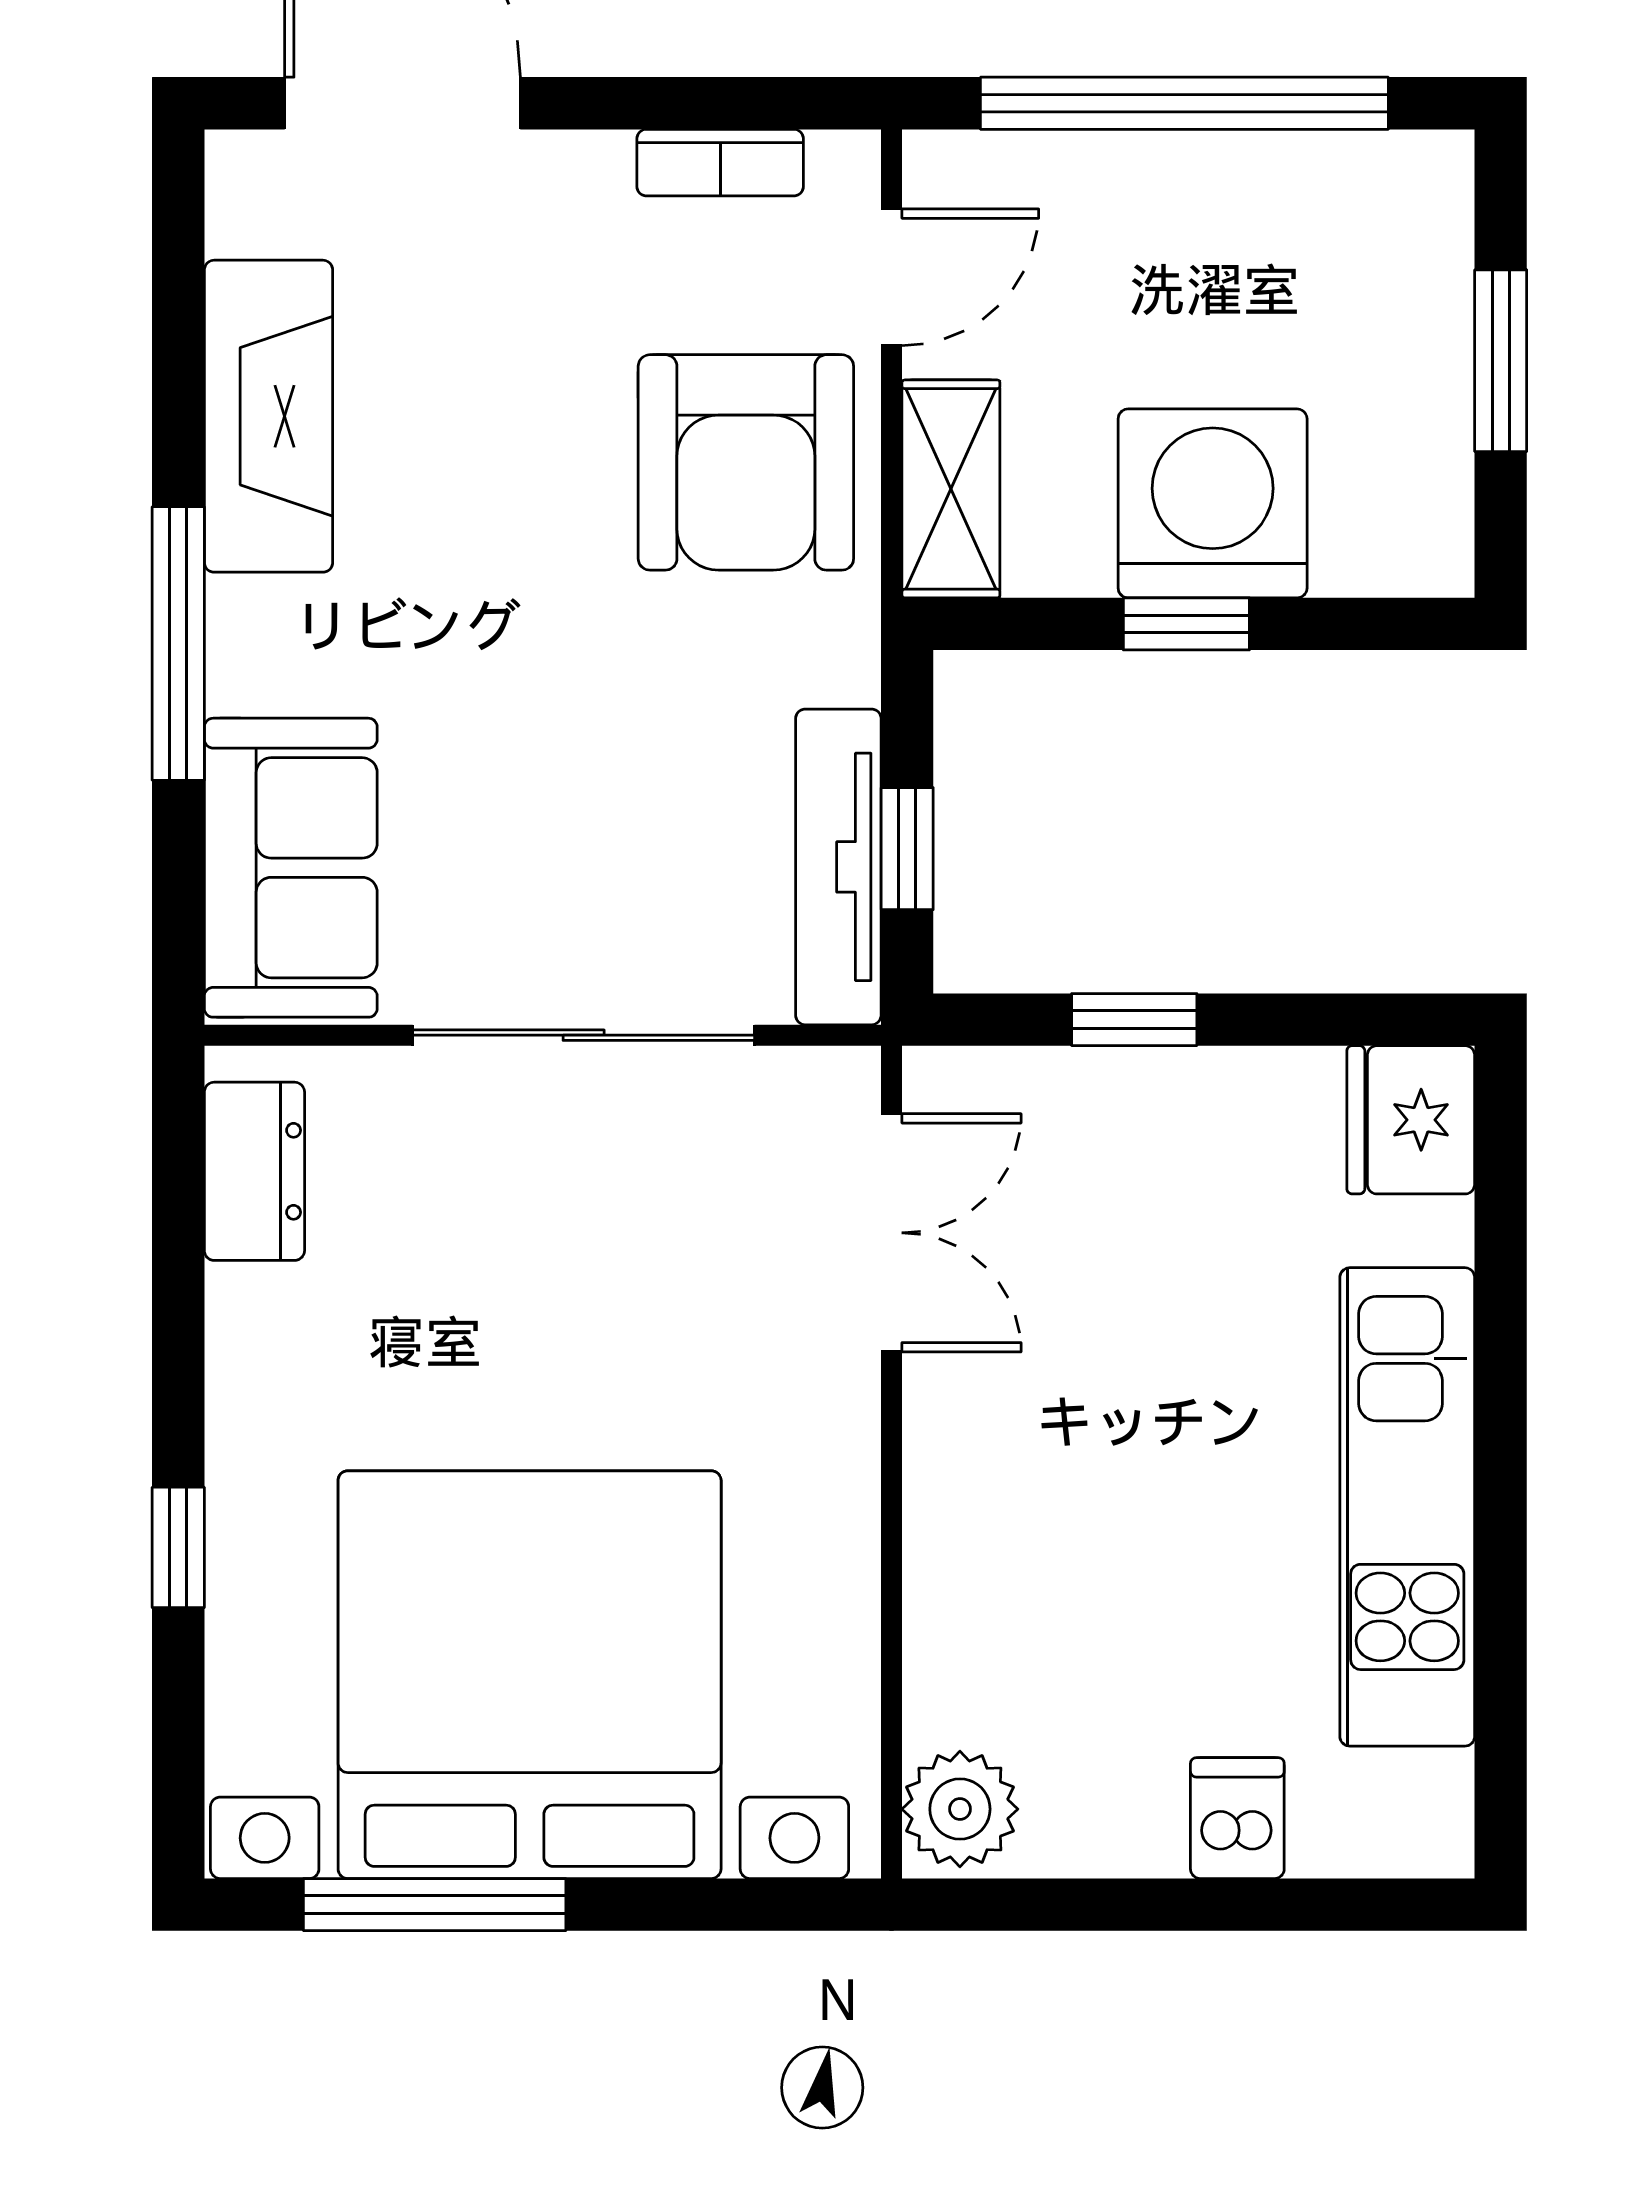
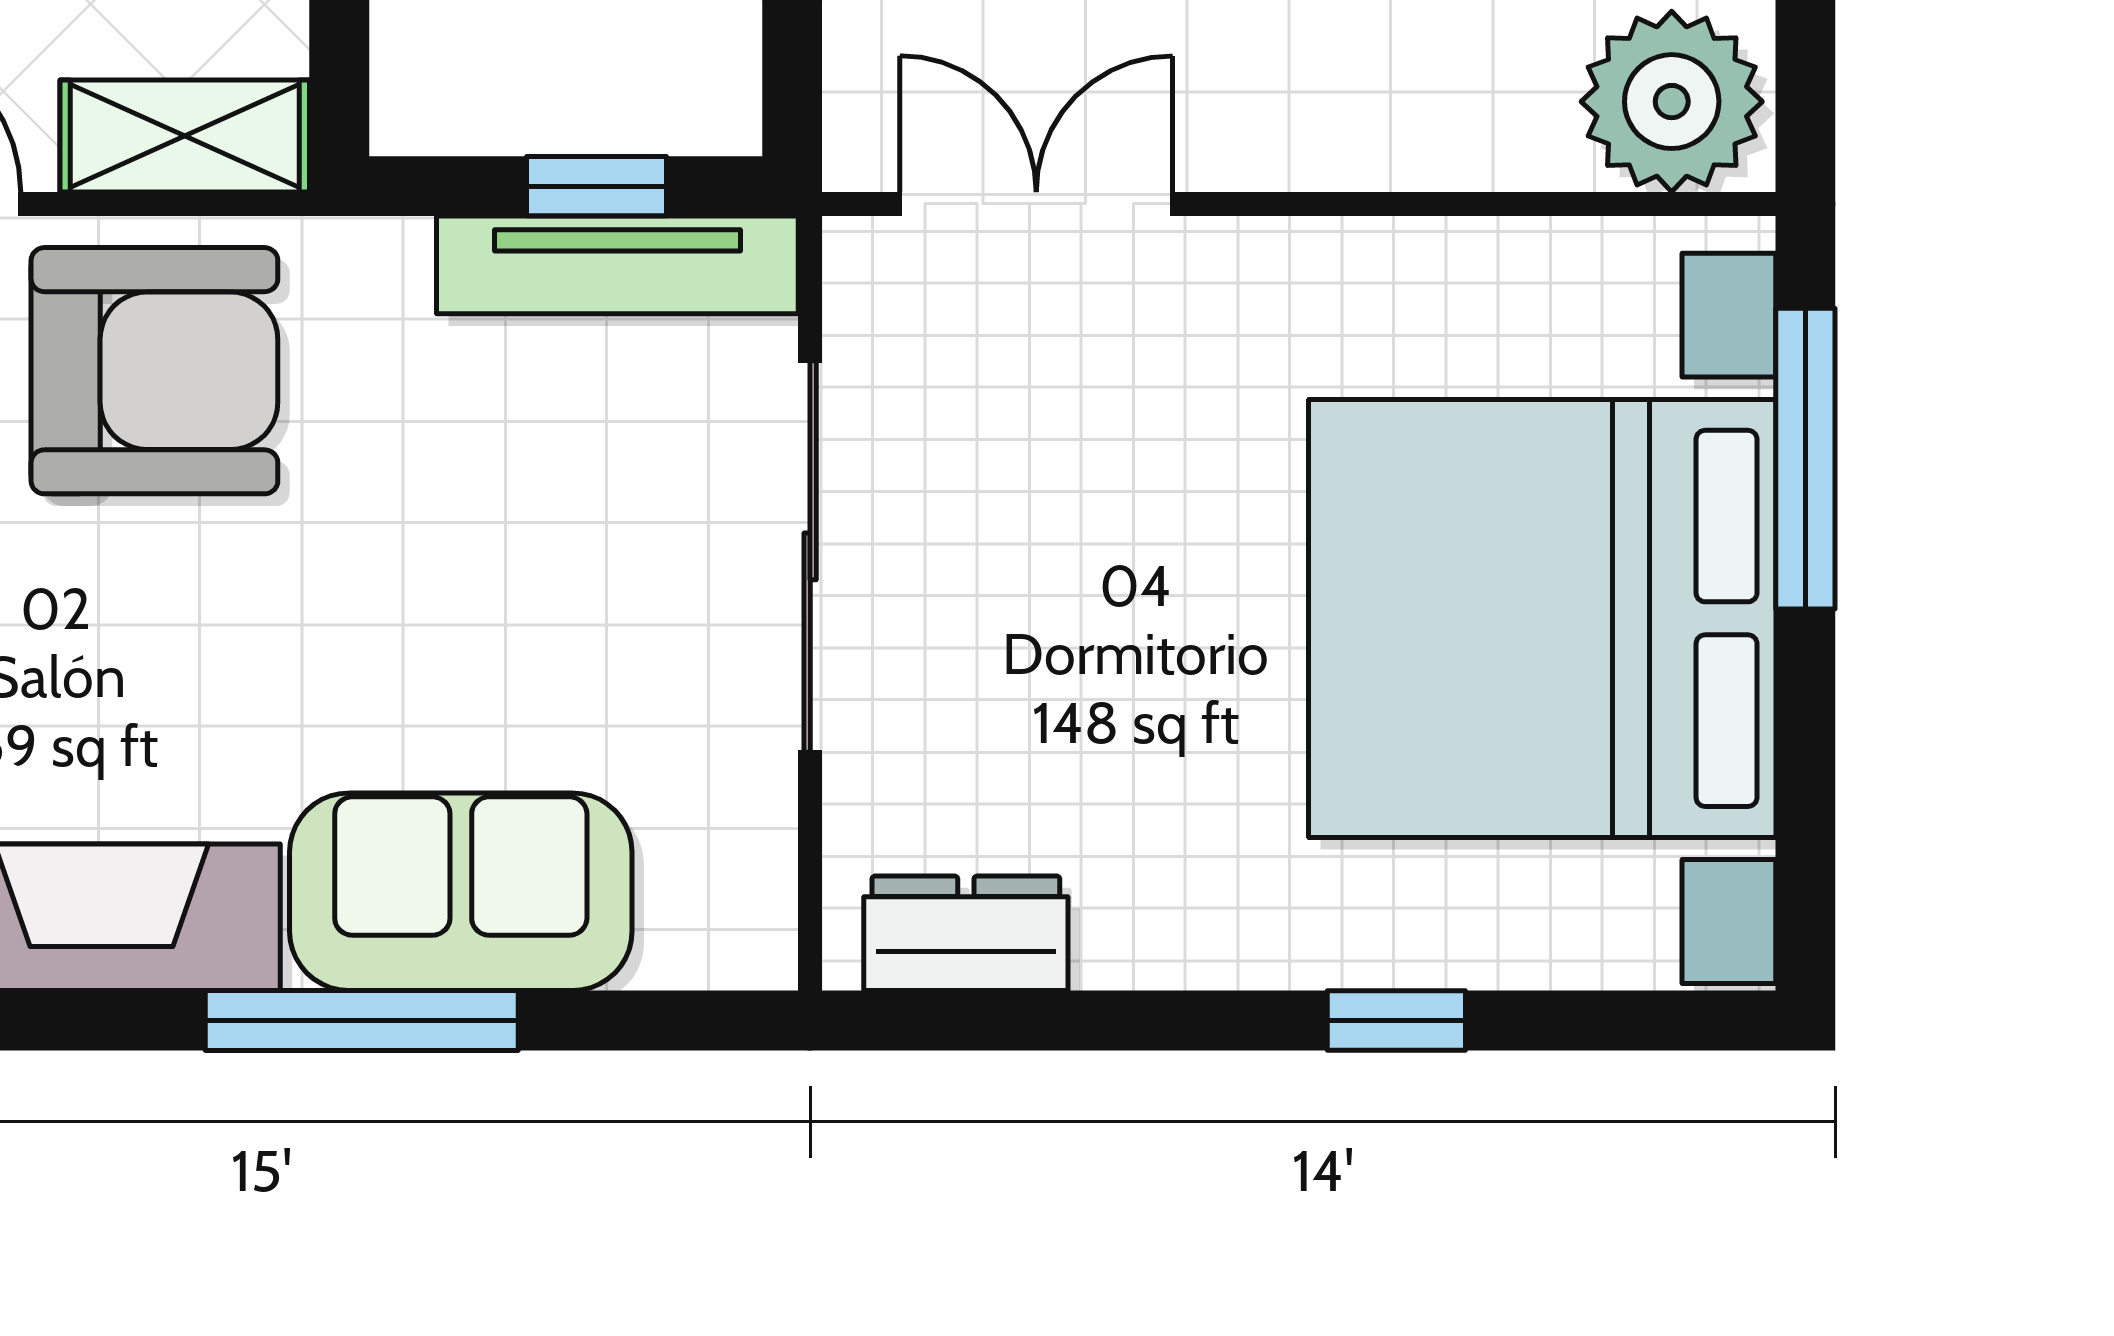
sofa: (291, 868) -> (461, 892), moved
plant: (960, 1809) -> (1672, 102), width x1.36, depth x1.36
window: (435, 1905) -> (1805, 459), moved

